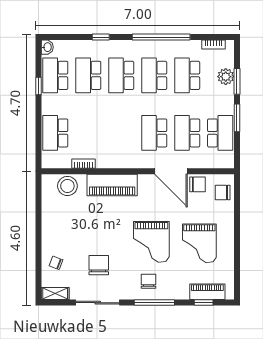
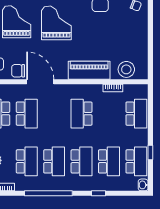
school desk: (154, 133) -> (82, 114), moved, turned 180

